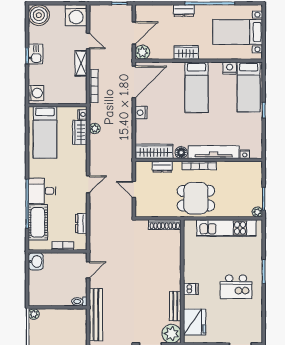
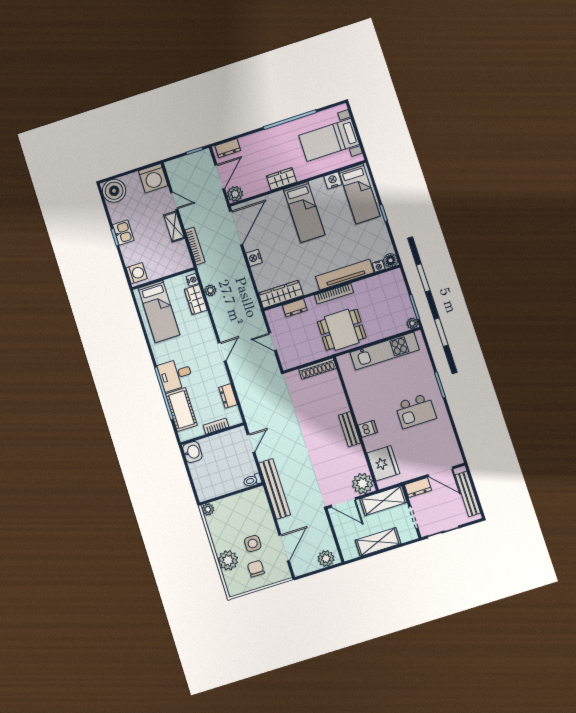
dresser: (184, 10) -> (228, 148), moved
floor lamp: (181, 153) -> (391, 260), moved
bench: (175, 306) -> (349, 429), moved

